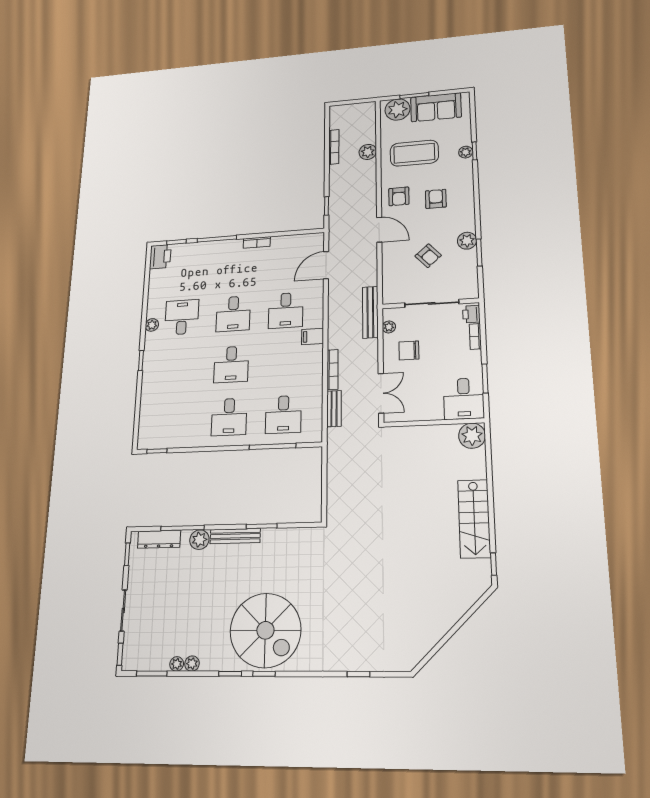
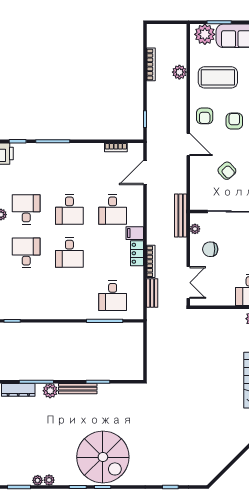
bookcase: (257, 242) -> (116, 147), moved
locker: (315, 361) -> (137, 253), added
desk: (229, 417) -> (26, 253), moved, turned 180

